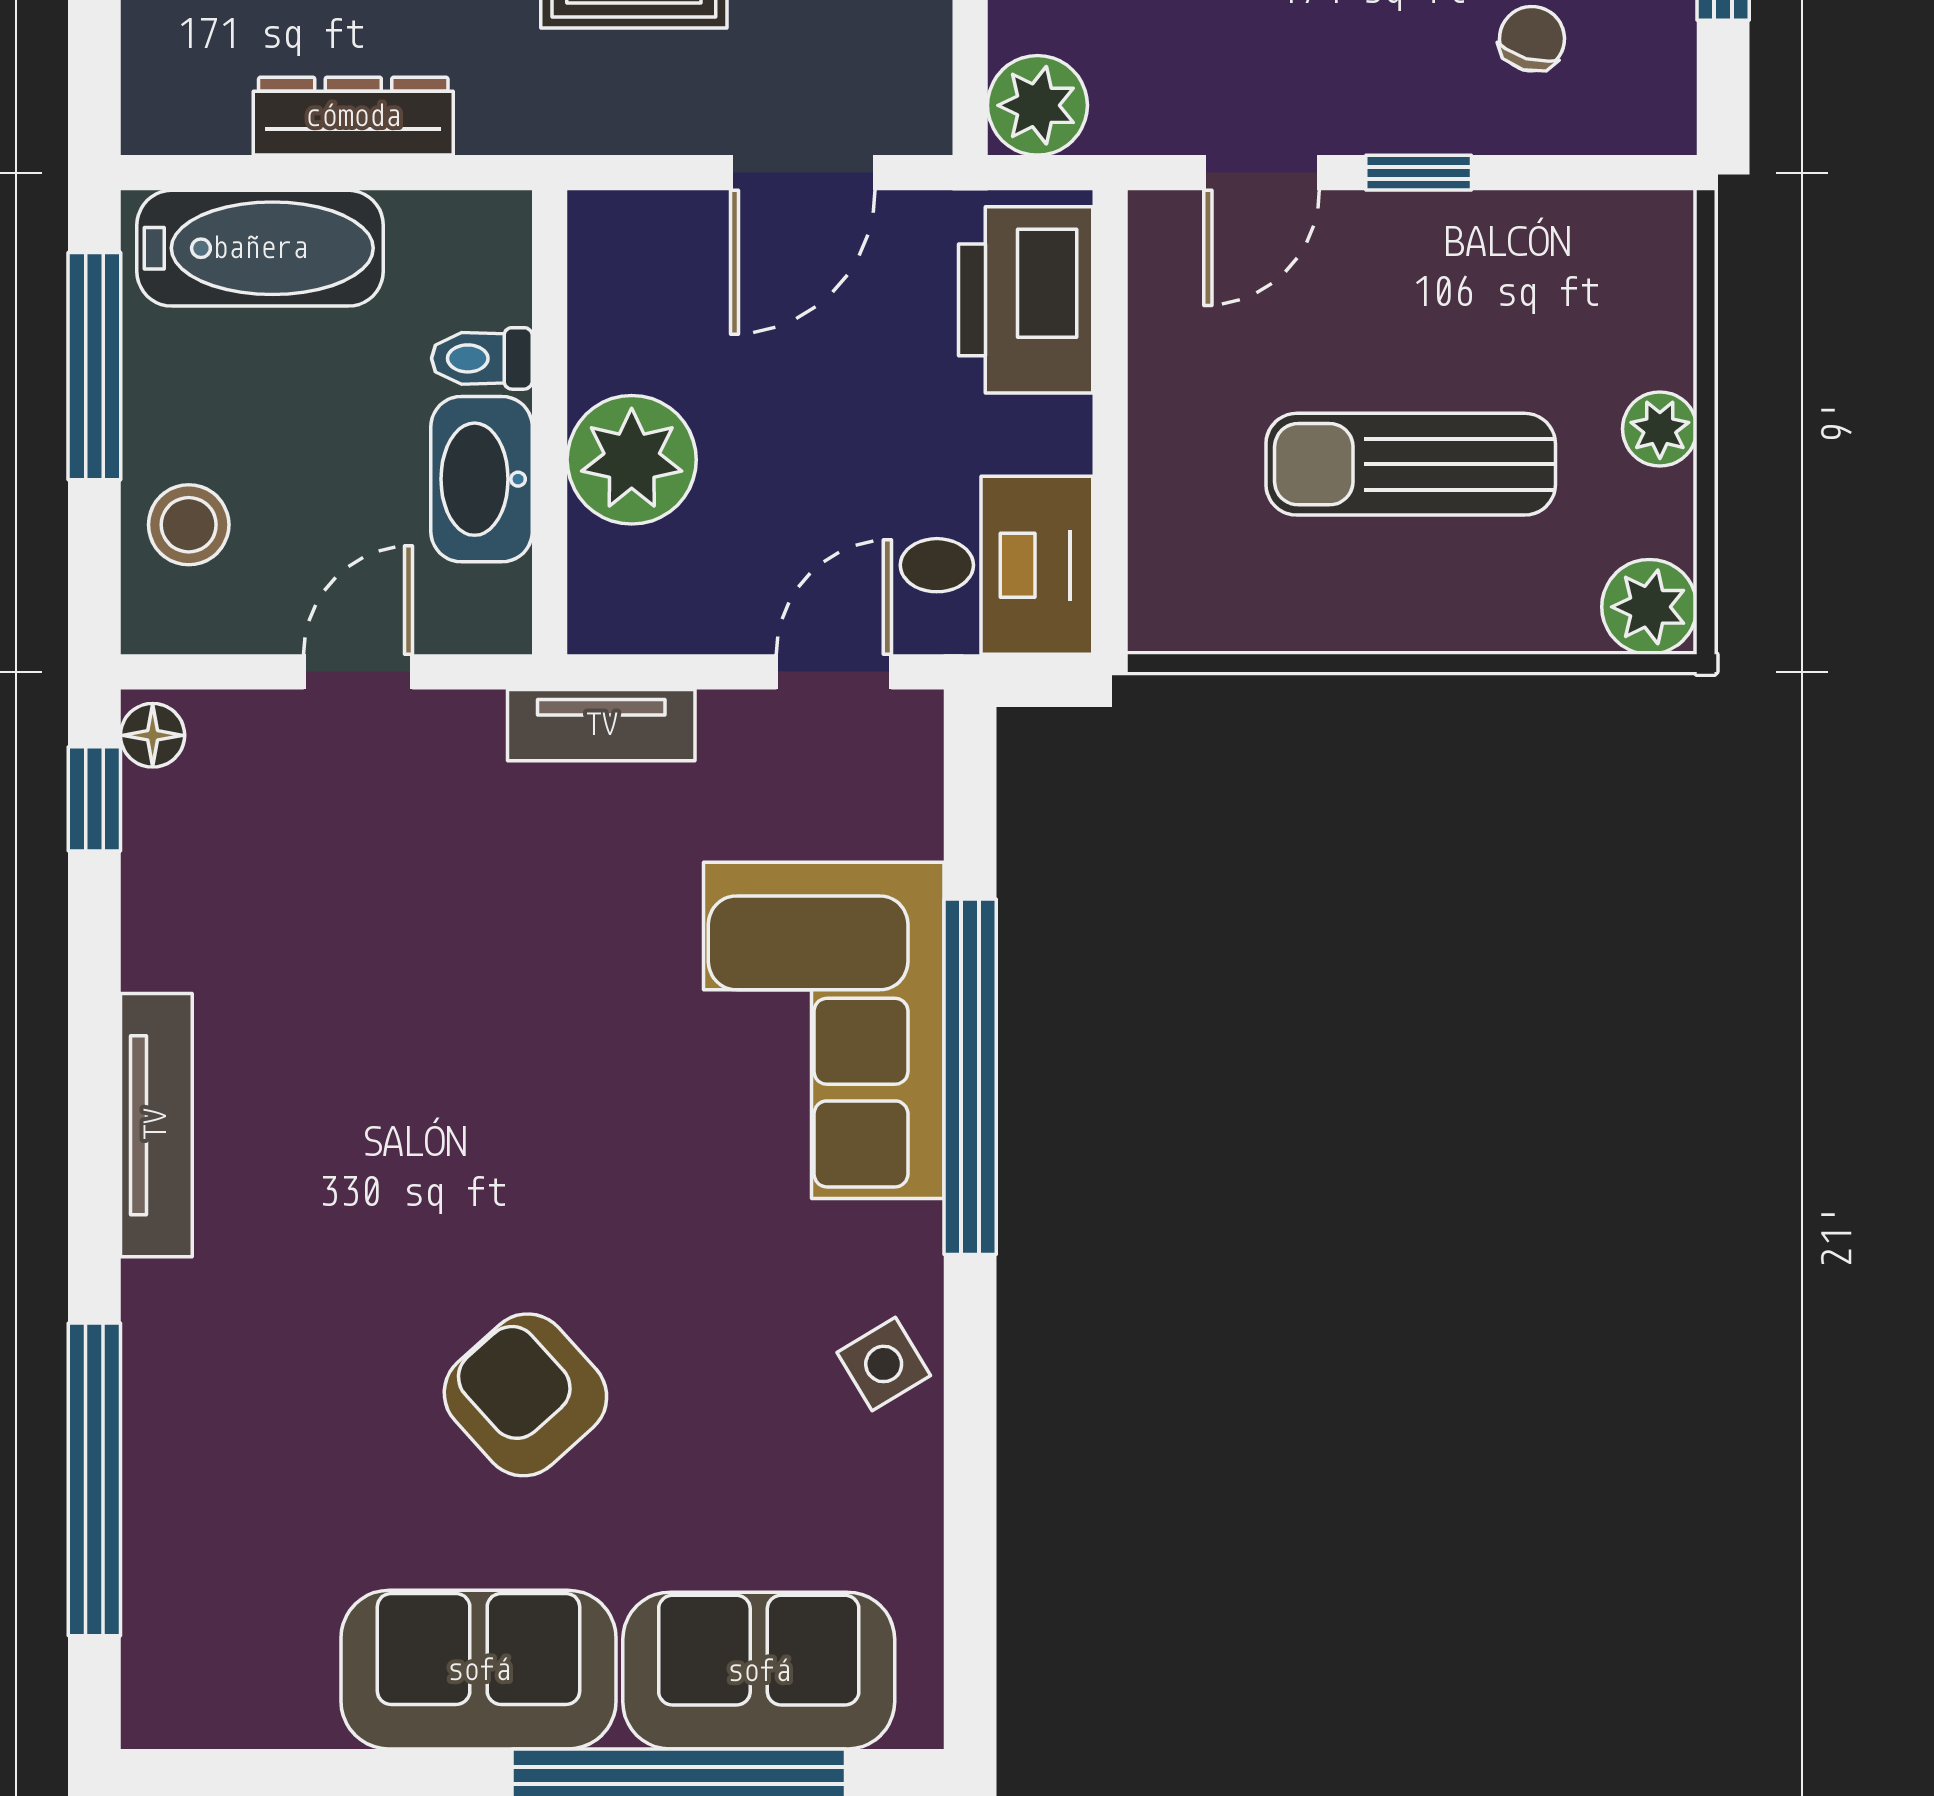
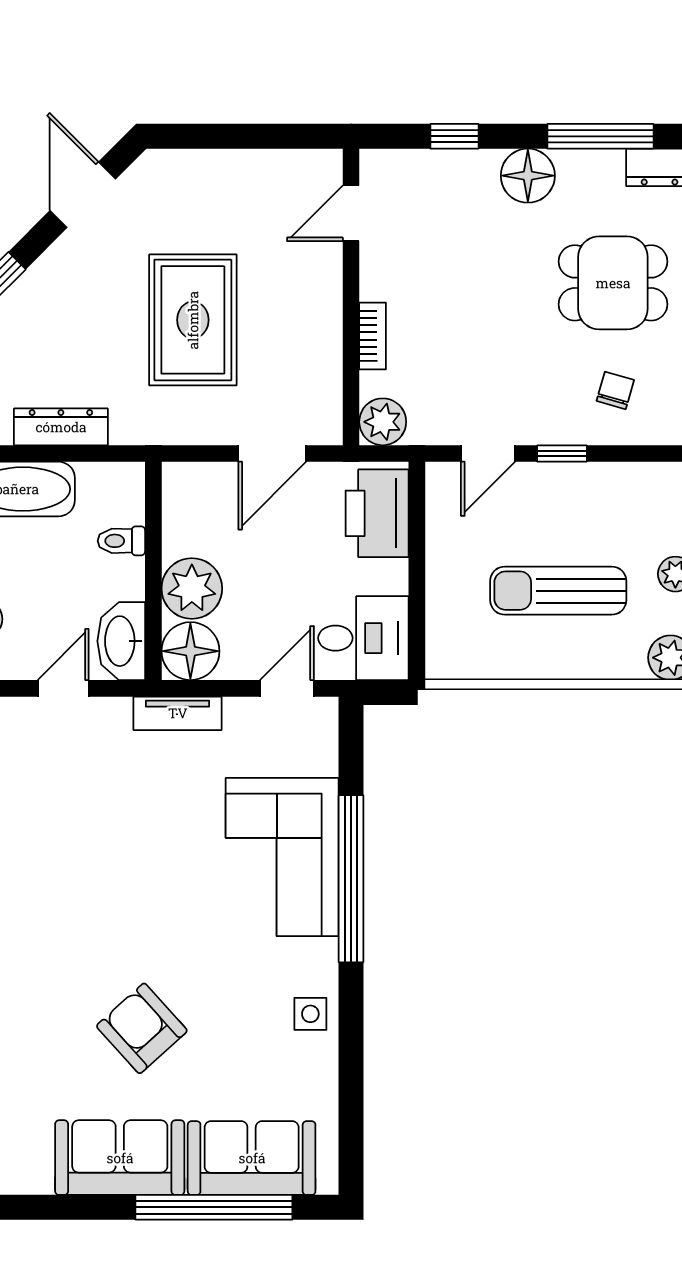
washbasin: (482, 479) -> (121, 641), moved
floor lamp: (629, 593) -> (190, 651), added
side table: (884, 1364) -> (310, 1014), turned 31

